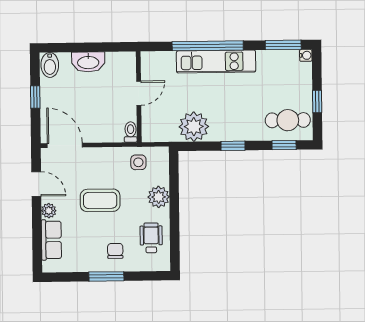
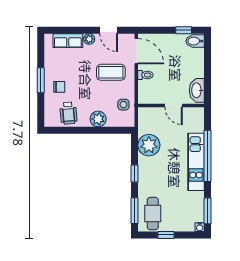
washbasin: (88, 62) -> (197, 90), moved
window: (35, 97) -> (184, 30), moved
toilet: (131, 132) -> (146, 75), moved
door: (65, 145) -> (136, 51), hinge flipped
window: (284, 145) -> (135, 211), width x1.50
door: (36, 184) -> (109, 30), hinge flipped
coffee table: (100, 200) -> (111, 72), moved, turned 90
wheelchair: (151, 238) -> (68, 113), turned 85

